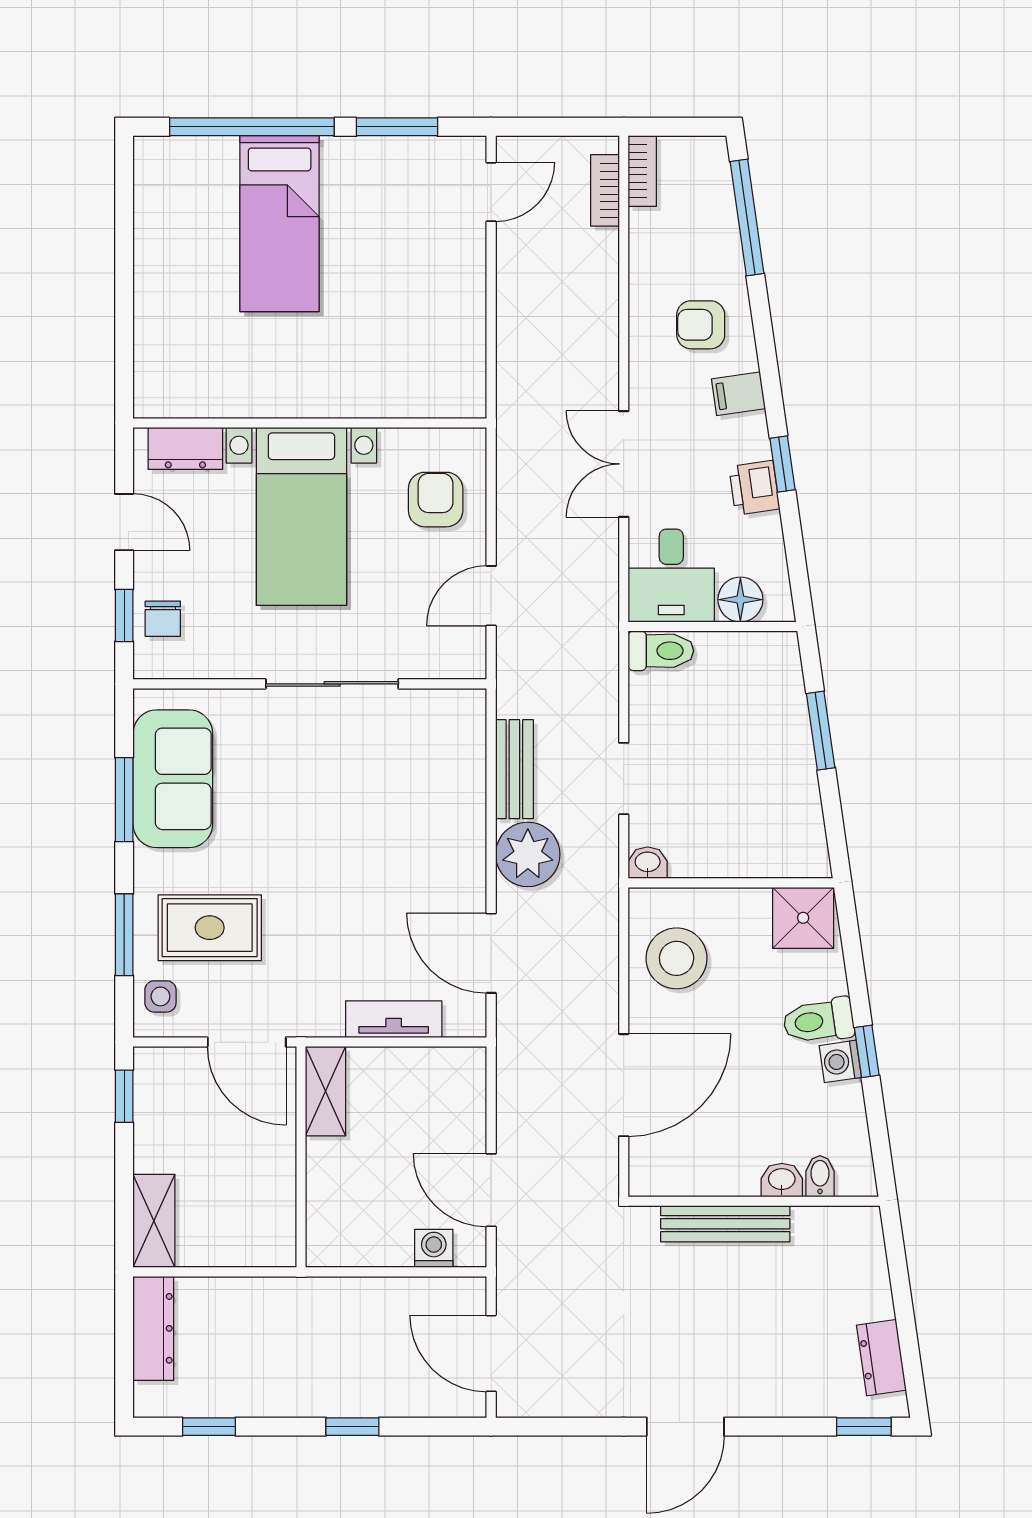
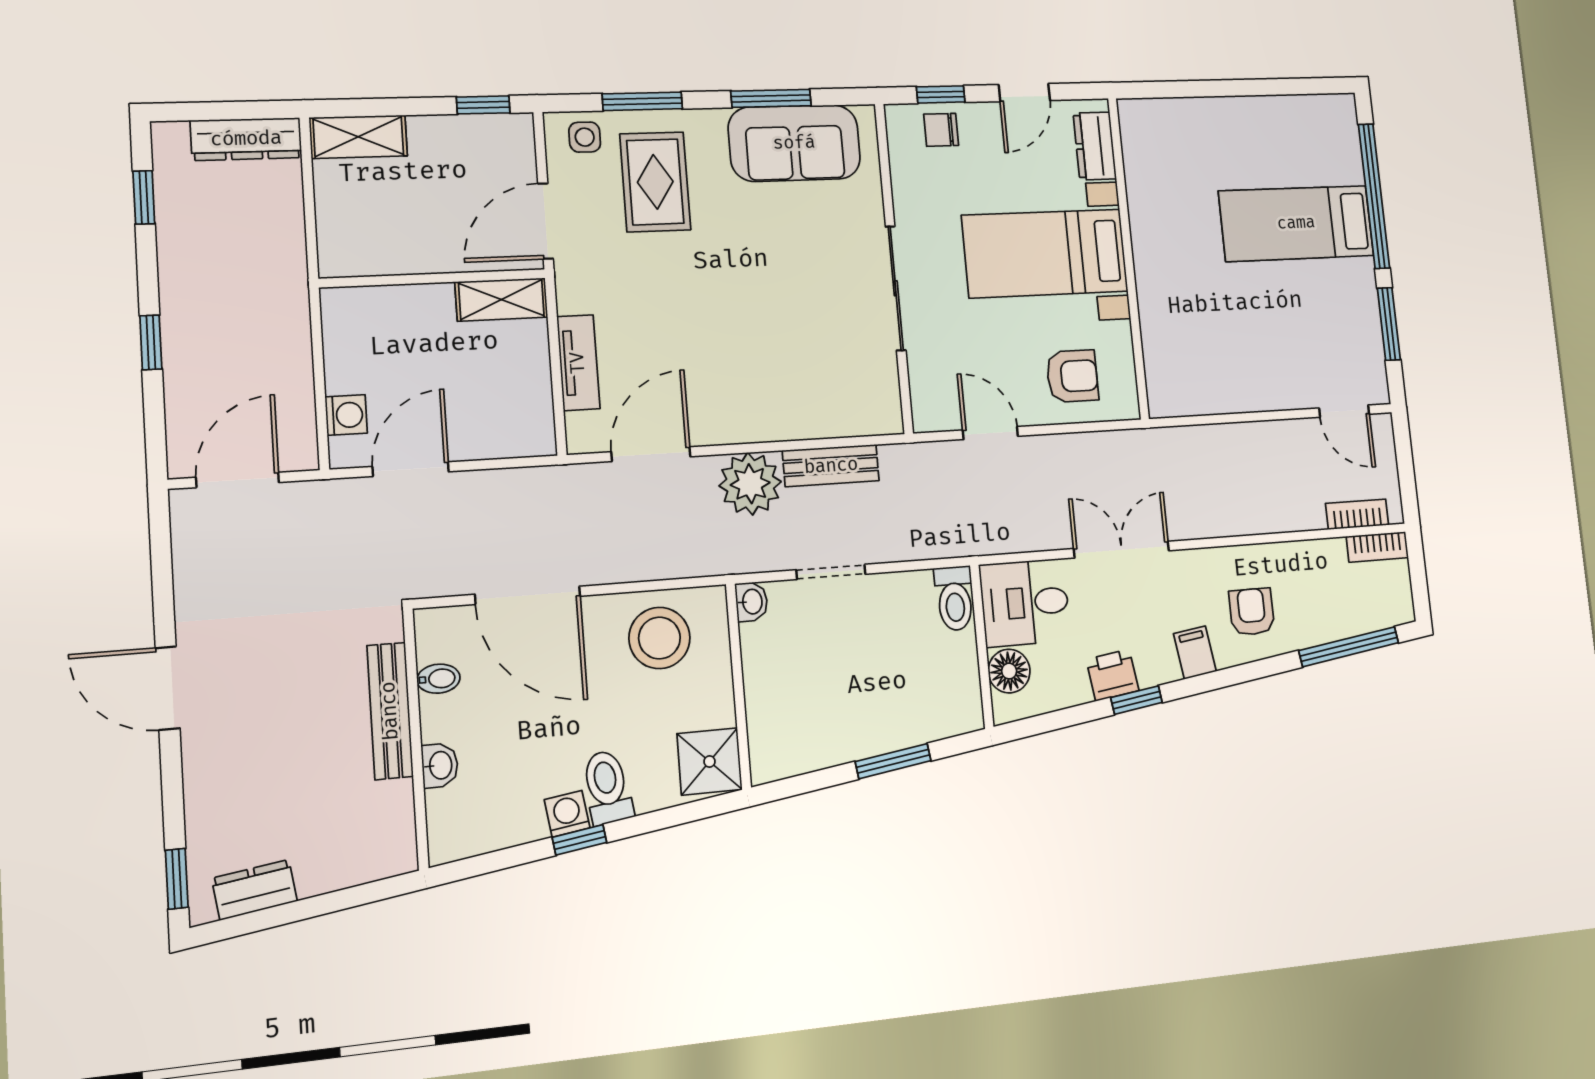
bidet: (820, 1176) -> (438, 679), moved

